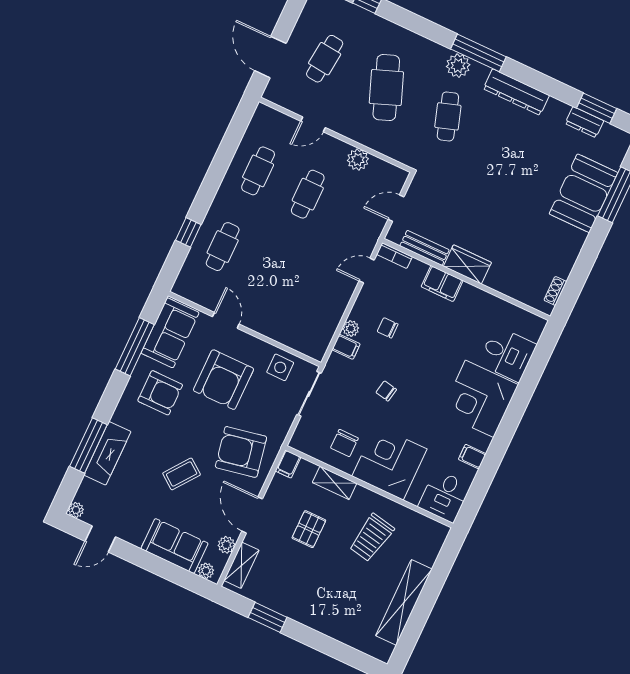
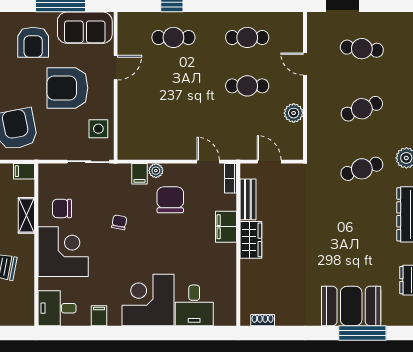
cafe table: (386, 88) -> (362, 109), width x0.73, depth x0.74
chair: (388, 328) -> (170, 200), width x1.87, depth x1.87

